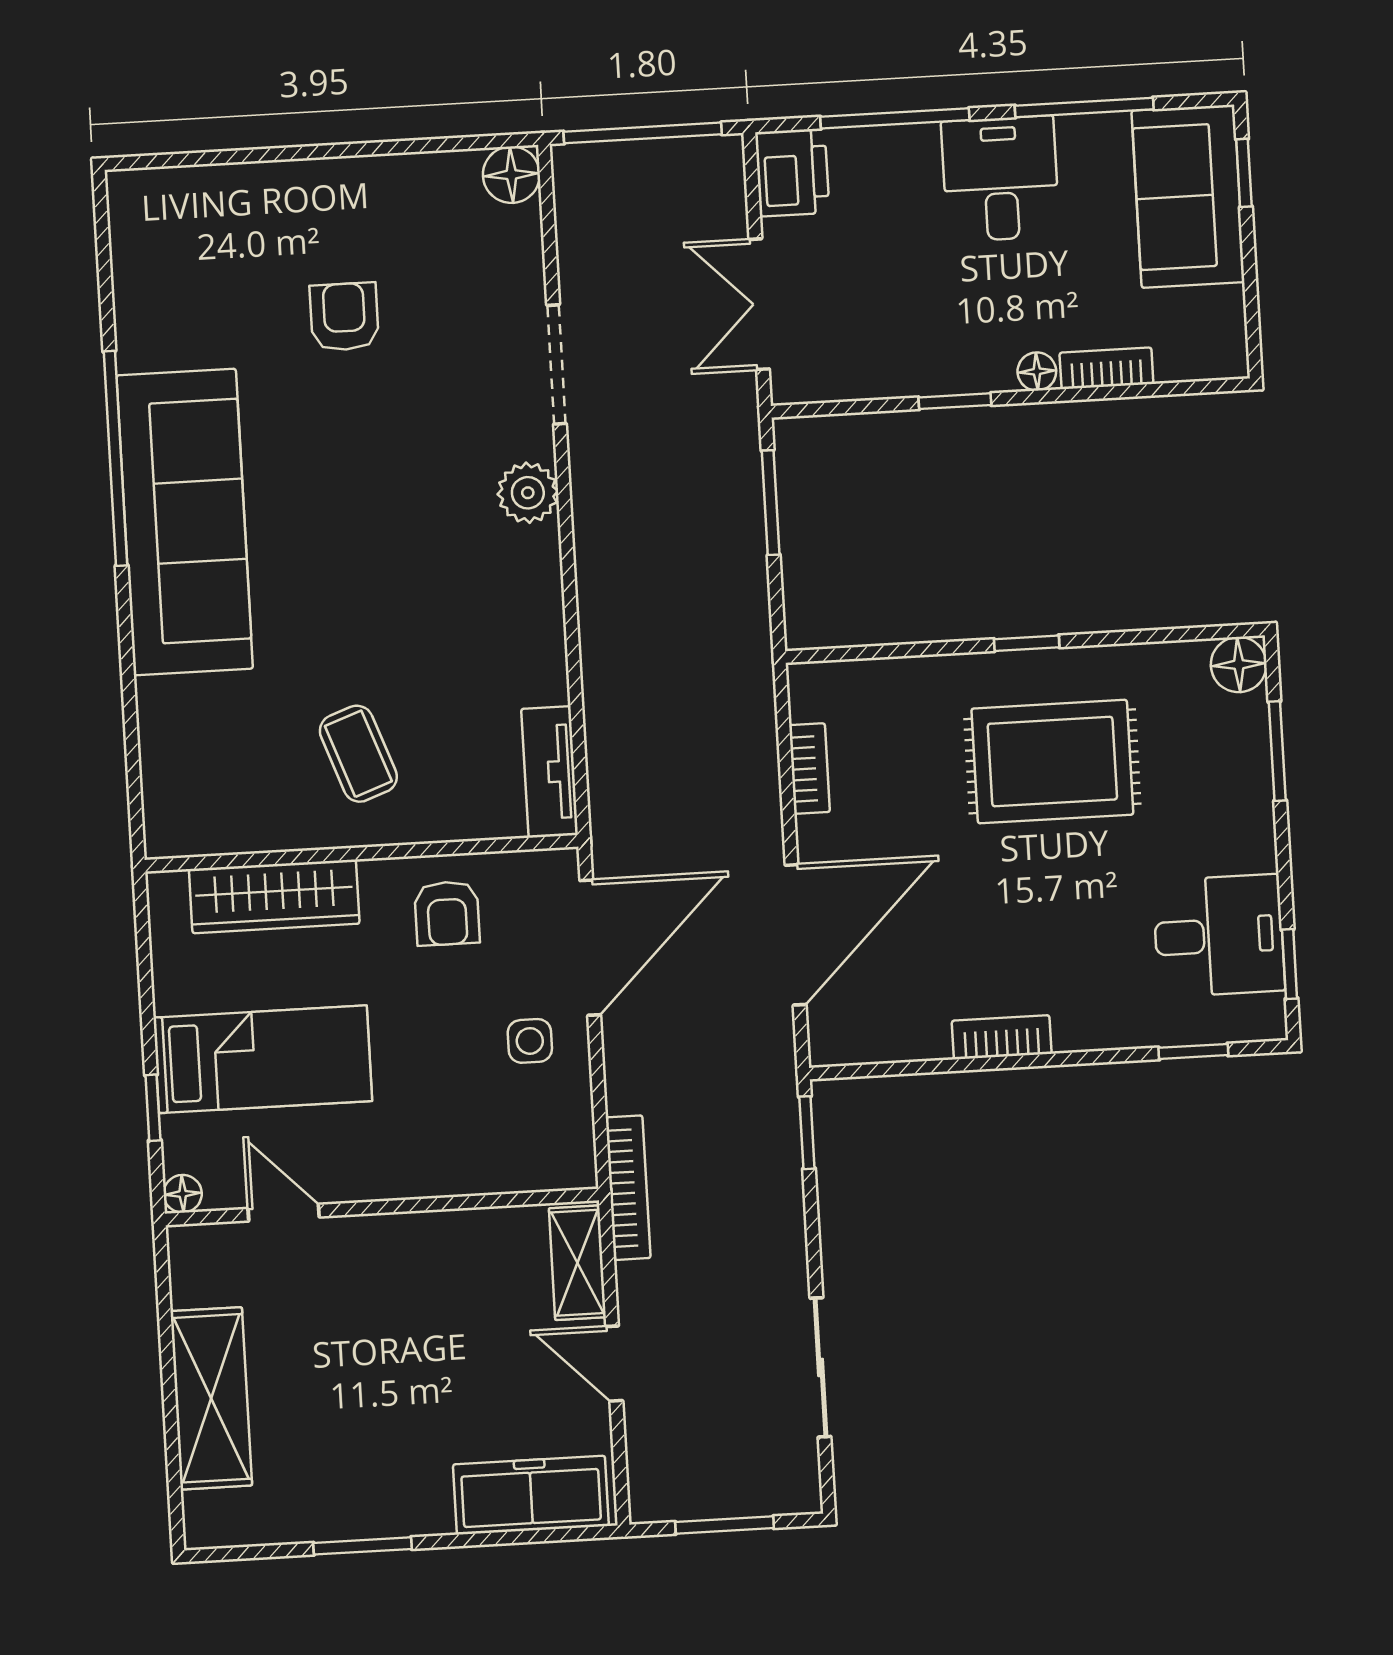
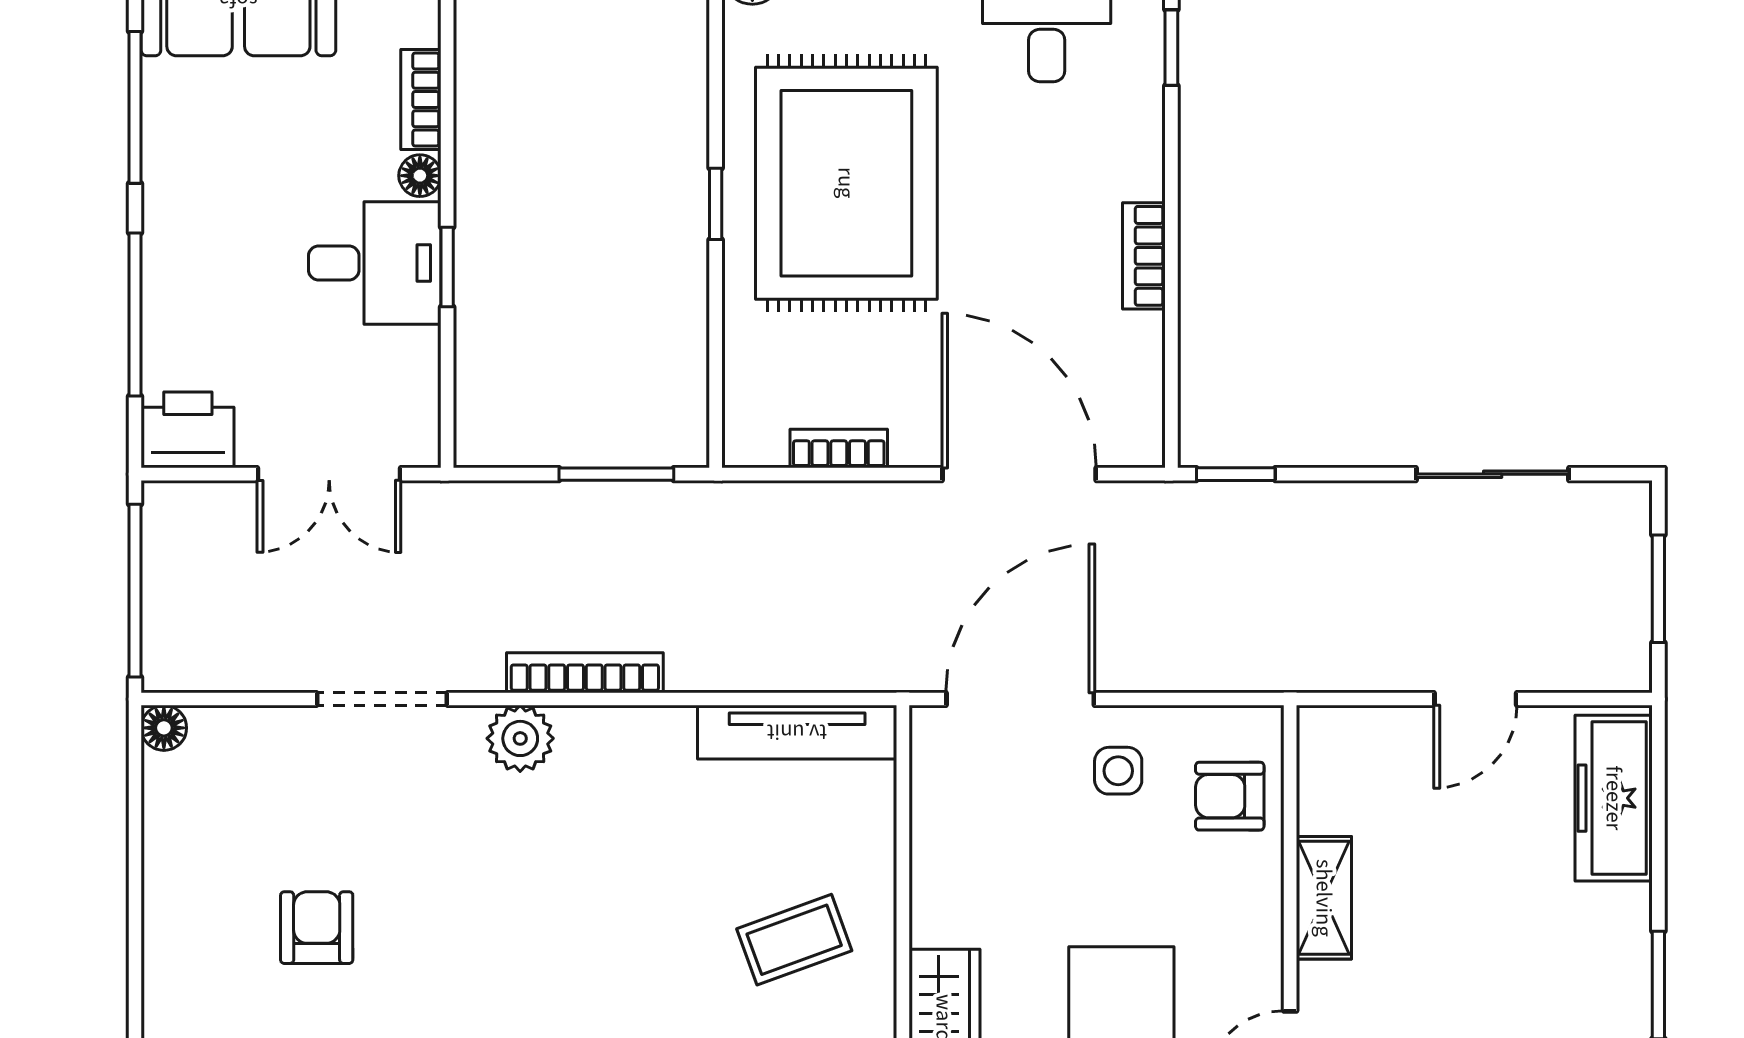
floor lamp: (511, 175) -> (164, 728), width x0.73, depth x0.73
desk: (1000, 179) -> (375, 263), moved, turned 180
armchair: (344, 317) -> (317, 928), turned 90
window: (771, 503) -> (616, 474), moved
rug: (1052, 762) -> (846, 183), width x1.37, depth x1.44
tv unit: (550, 772) -> (797, 732), width x1.41
armchair: (447, 913) -> (1230, 796), moved, turned 180
door: (590, 948) -> (1020, 699), hinge flipped
bookcase: (628, 1188) -> (585, 673), moved
shelving: (577, 1263) -> (1324, 898), moved, turned 90

